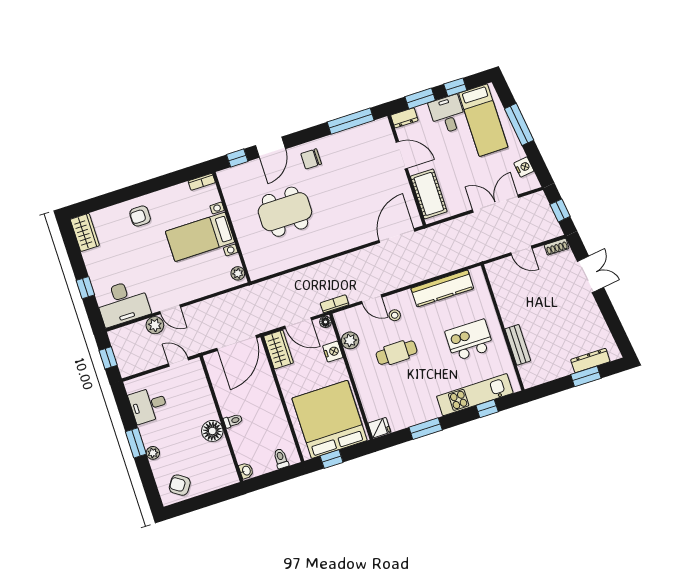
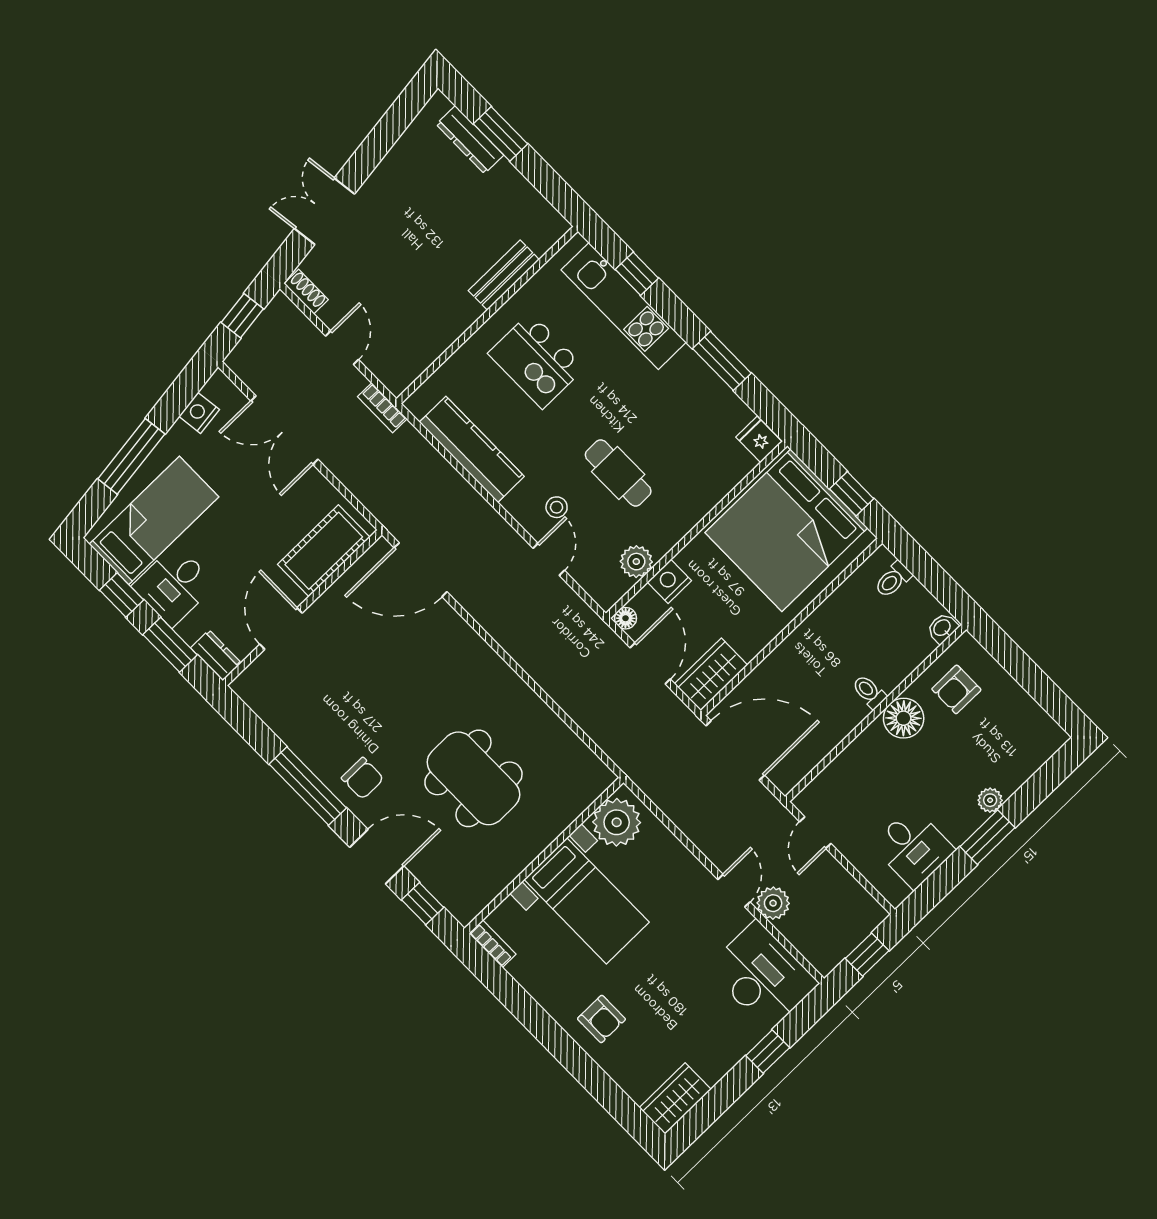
window: (351, 121) -> (308, 786), moved
plant: (238, 273) -> (617, 822), width x1.88, depth x1.88
bookcase: (335, 304) -> (382, 408), moved
armchair: (180, 485) -> (956, 689), moved, turned 56

